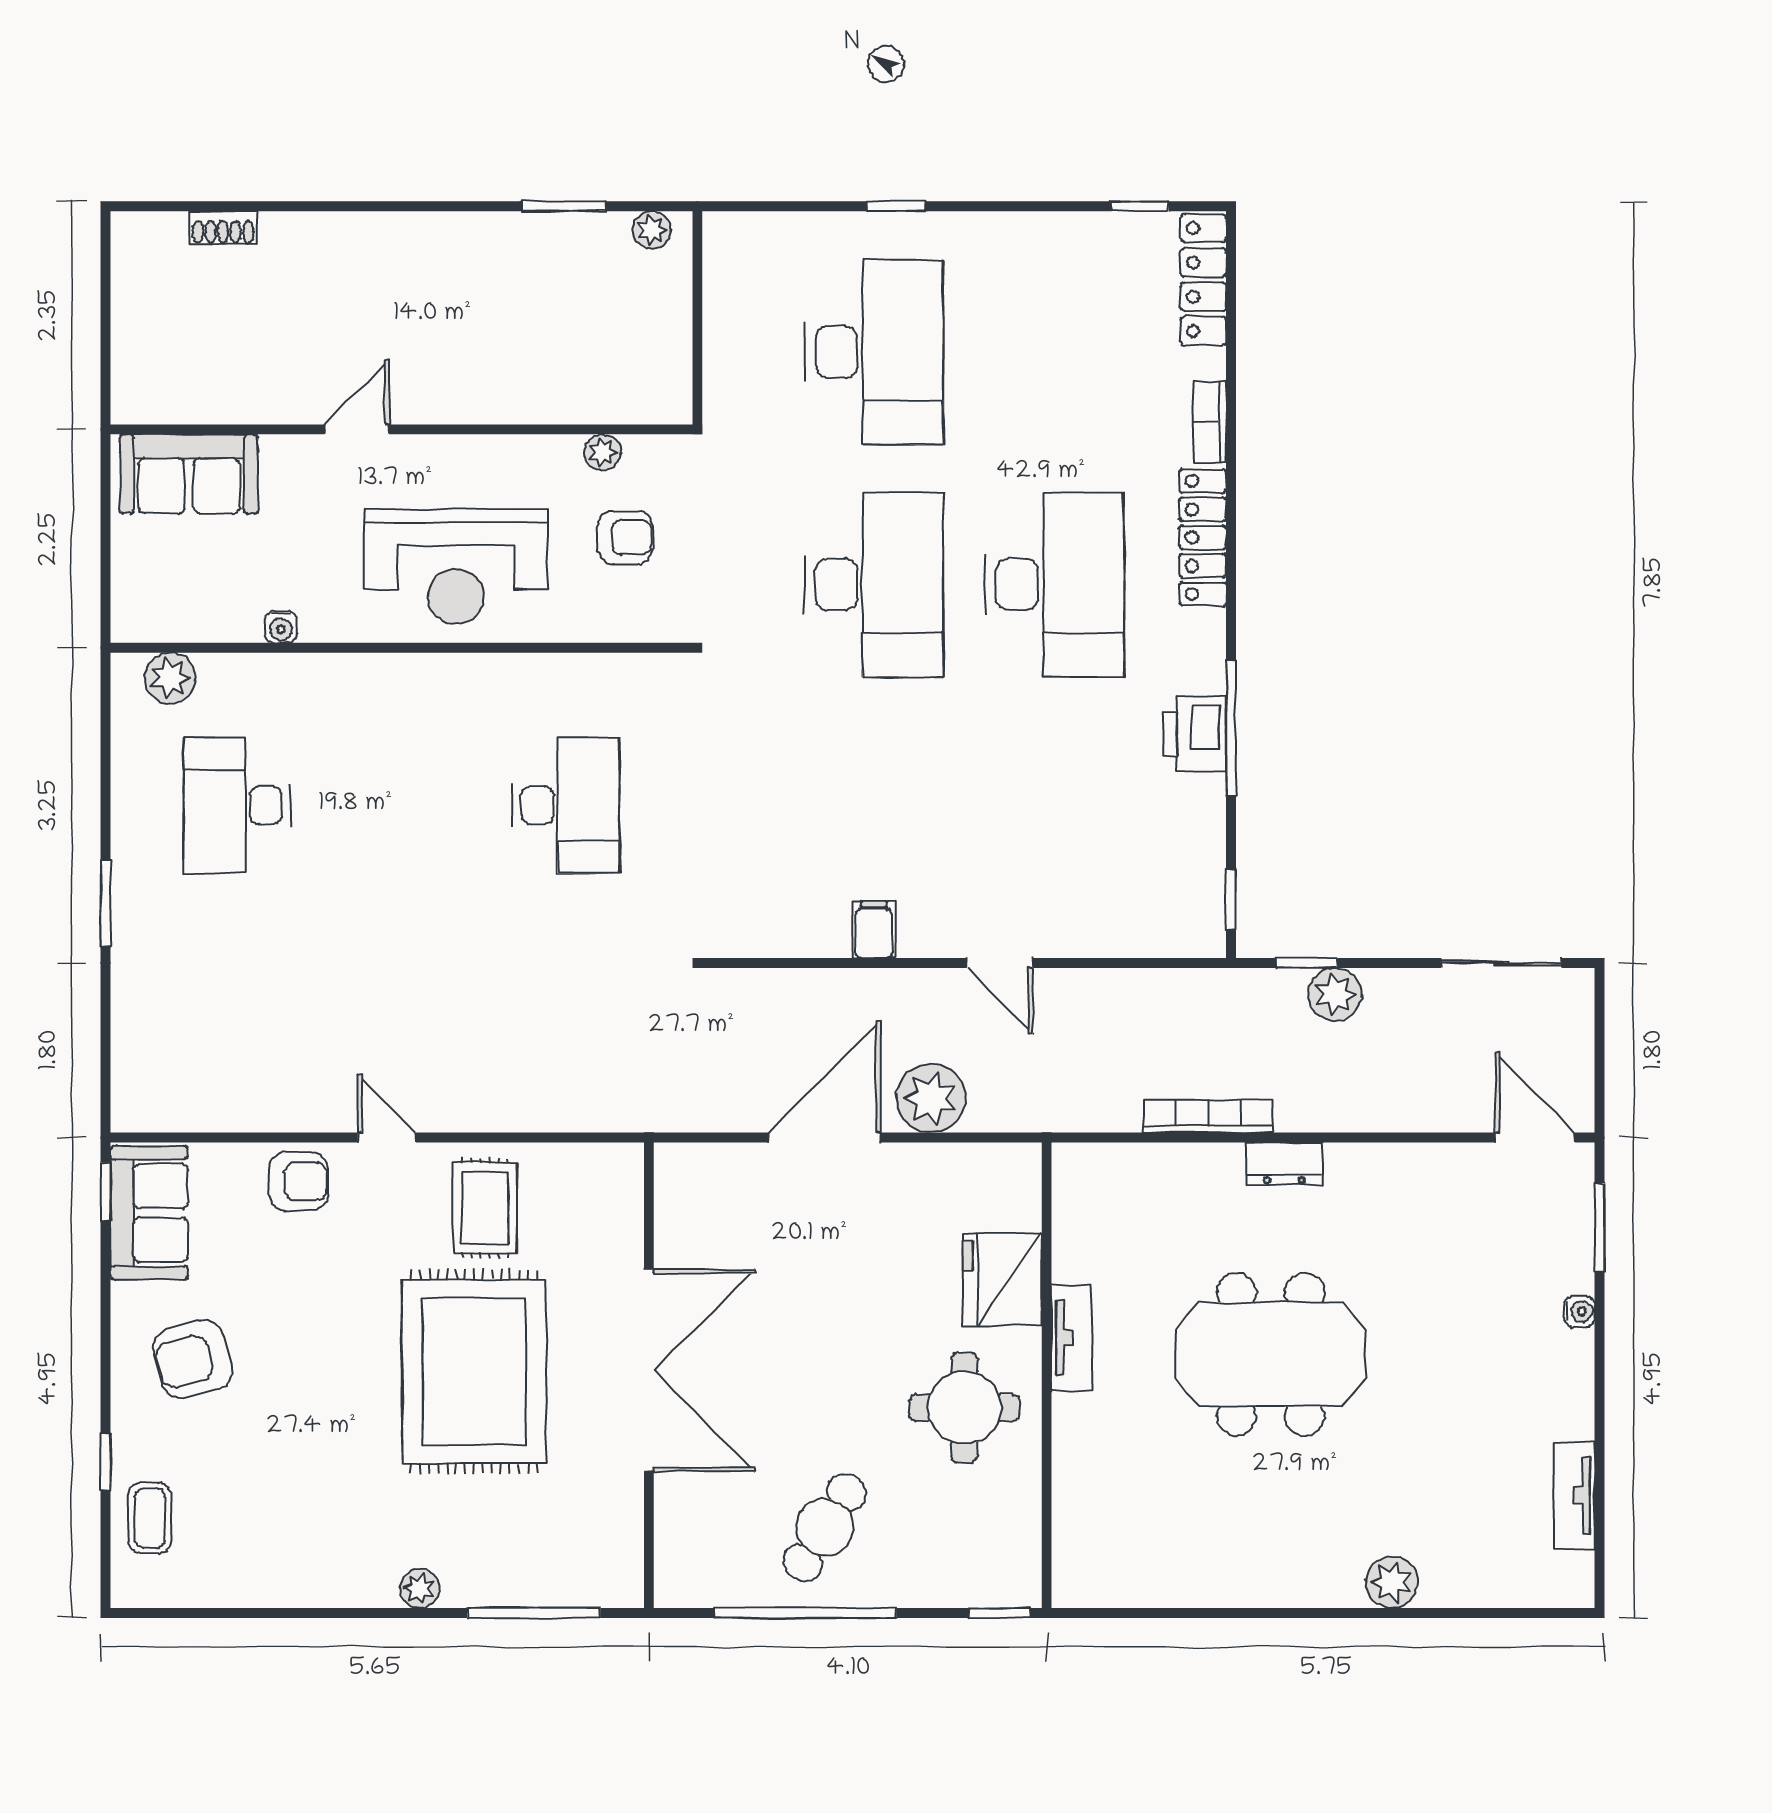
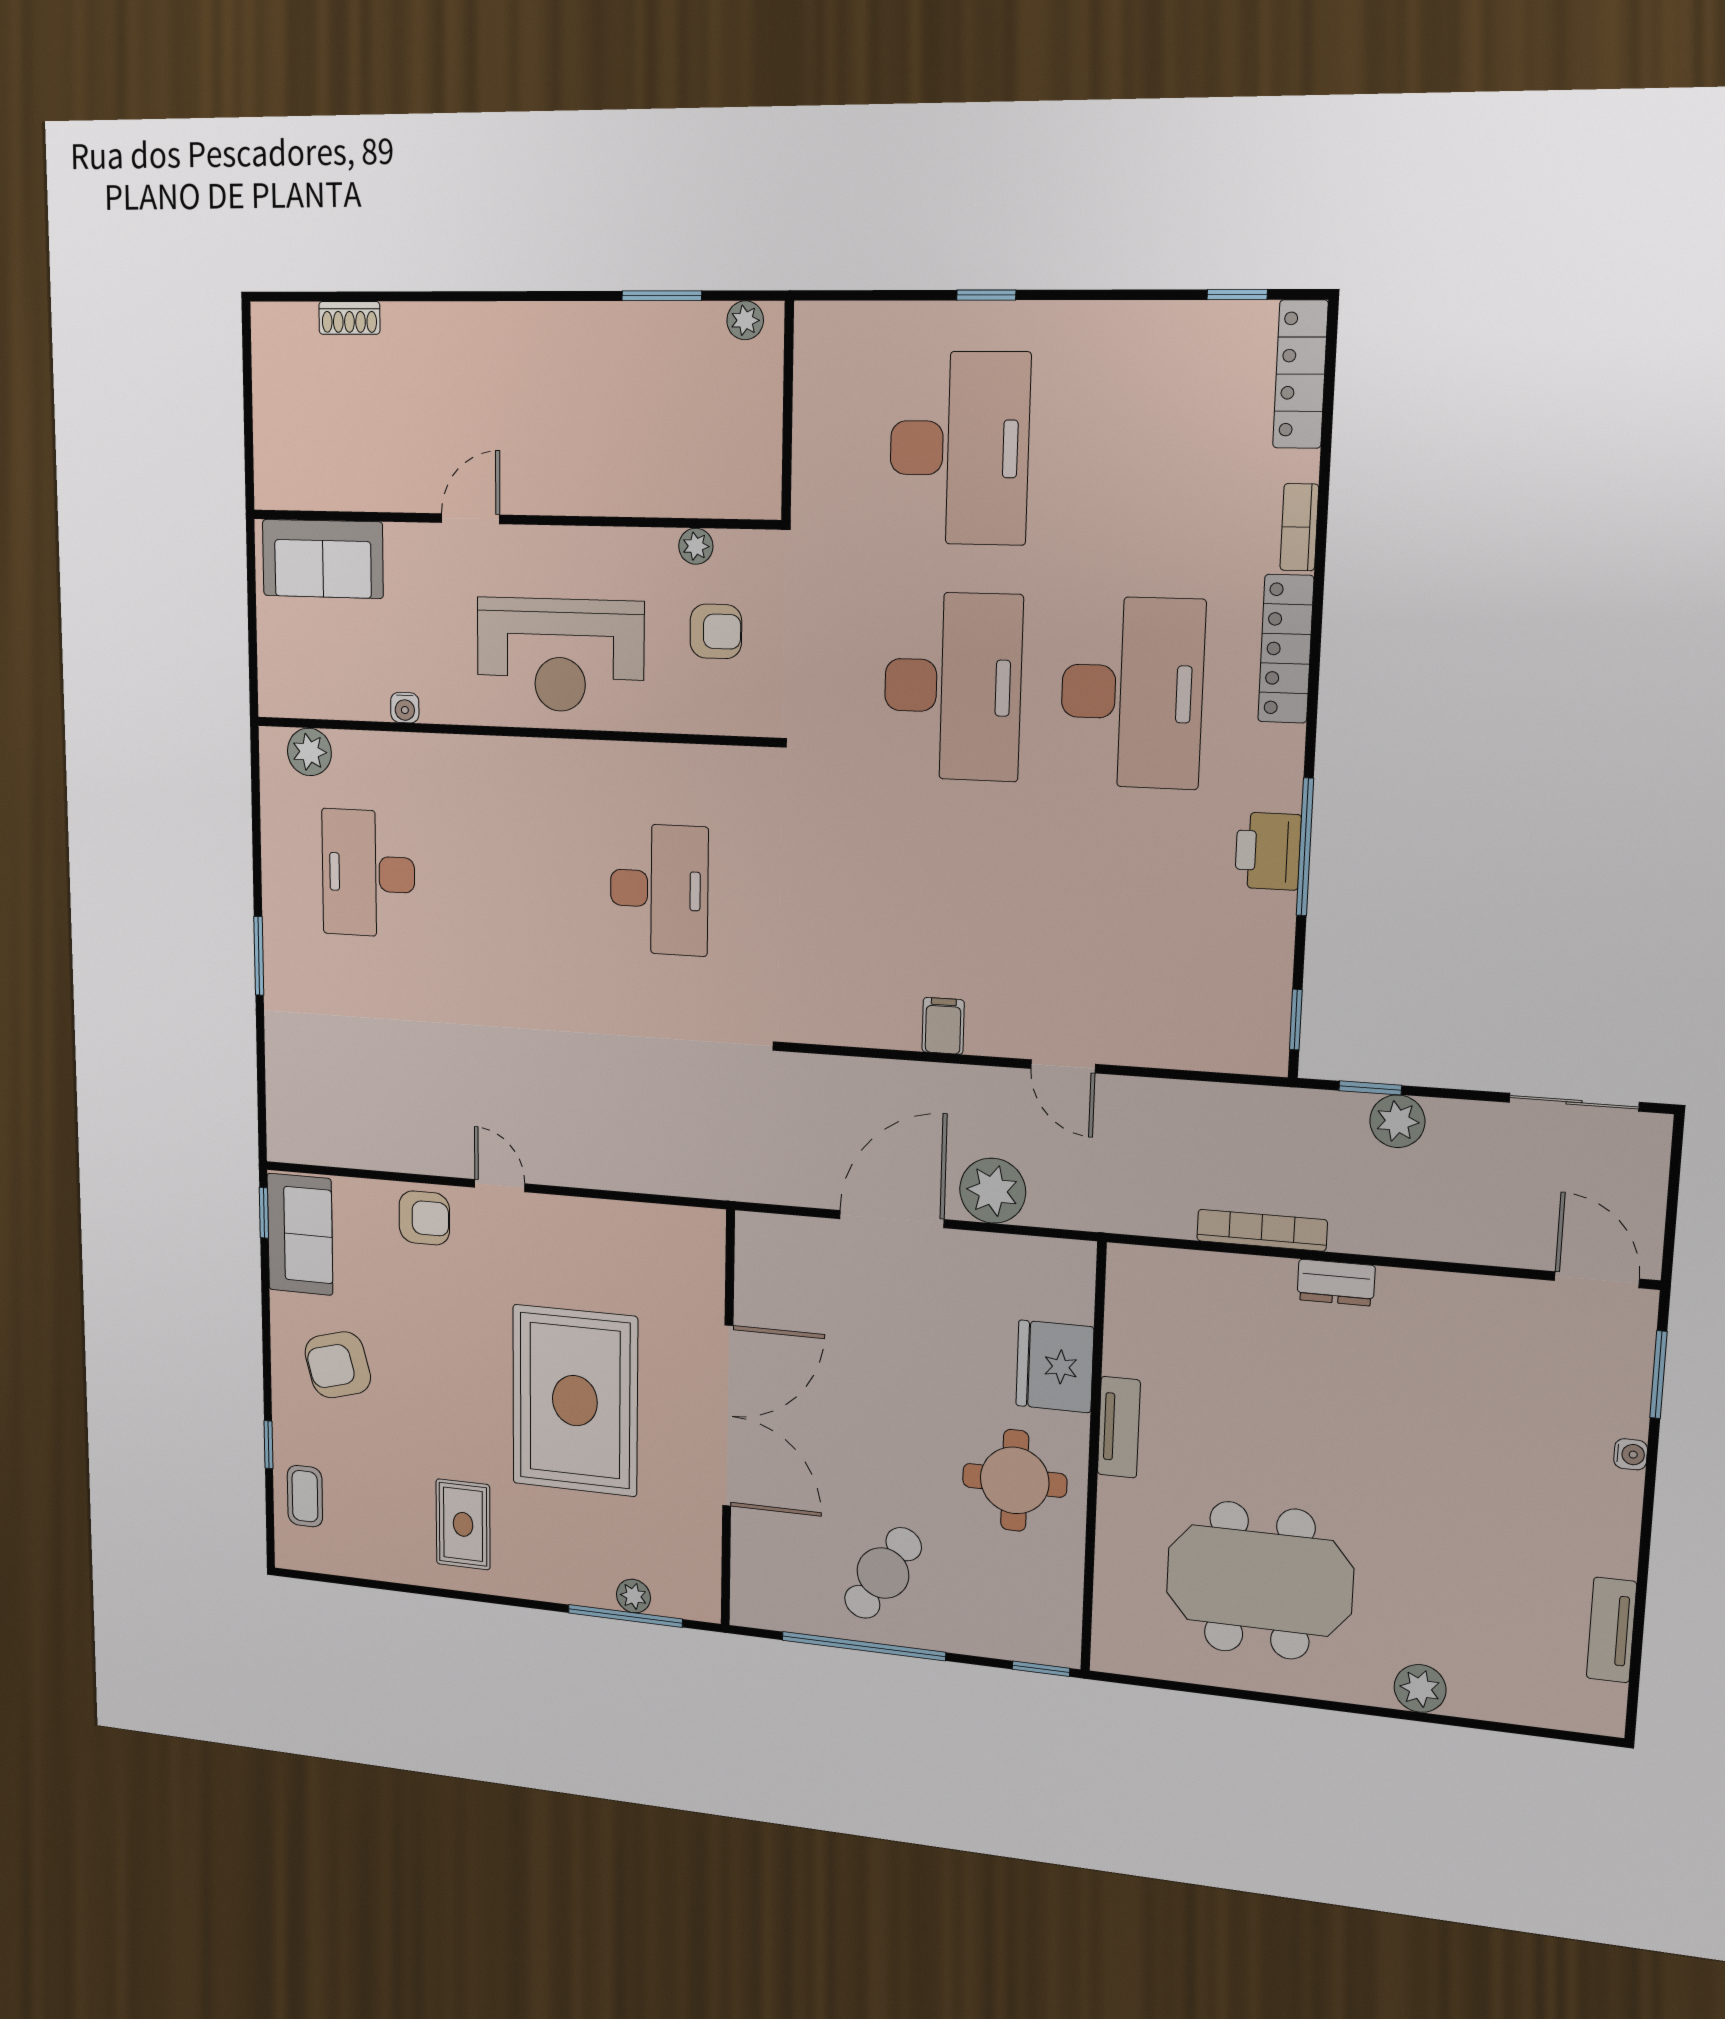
rug: (485, 1208) -> (463, 1524), moved
meeting table: (1270, 1354) -> (1260, 1580), moved
plant: (420, 1589) -> (633, 1596), moved

